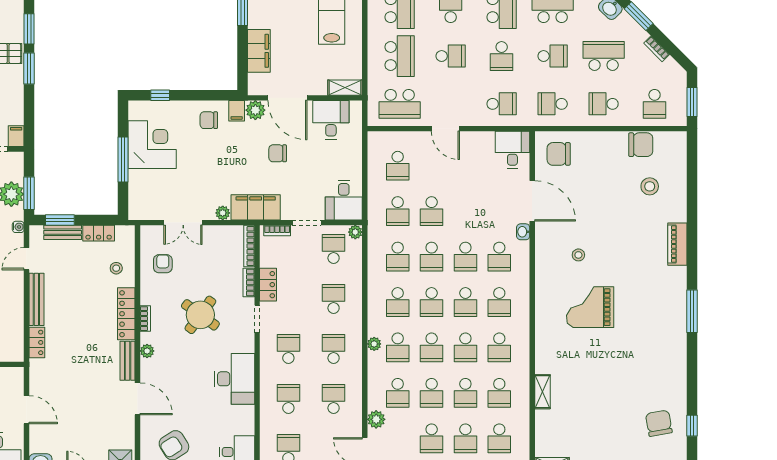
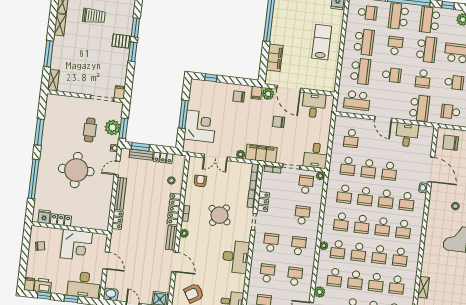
shelving: (345, 88) -> (325, 87), removed
school desk: (502, 104) -> (419, 108), width x1.85
corner desk: (152, 145) -> (200, 126), moved
desk: (512, 150) -> (407, 135), moved
school desk: (465, 211) -> (389, 171), added

